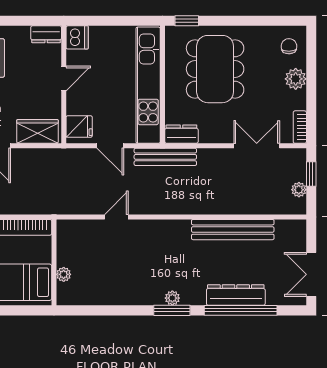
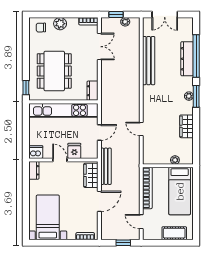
dining table: (215, 69) -> (54, 71), turned 90
fridge: (79, 126) -> (74, 151), moved
double door: (257, 146) -> (99, 47), swing flipped
bench: (165, 157) -> (106, 166), moved
double door: (311, 274) -> (165, 14), moved
wardrobe: (121, 294) -> (187, 126), added

